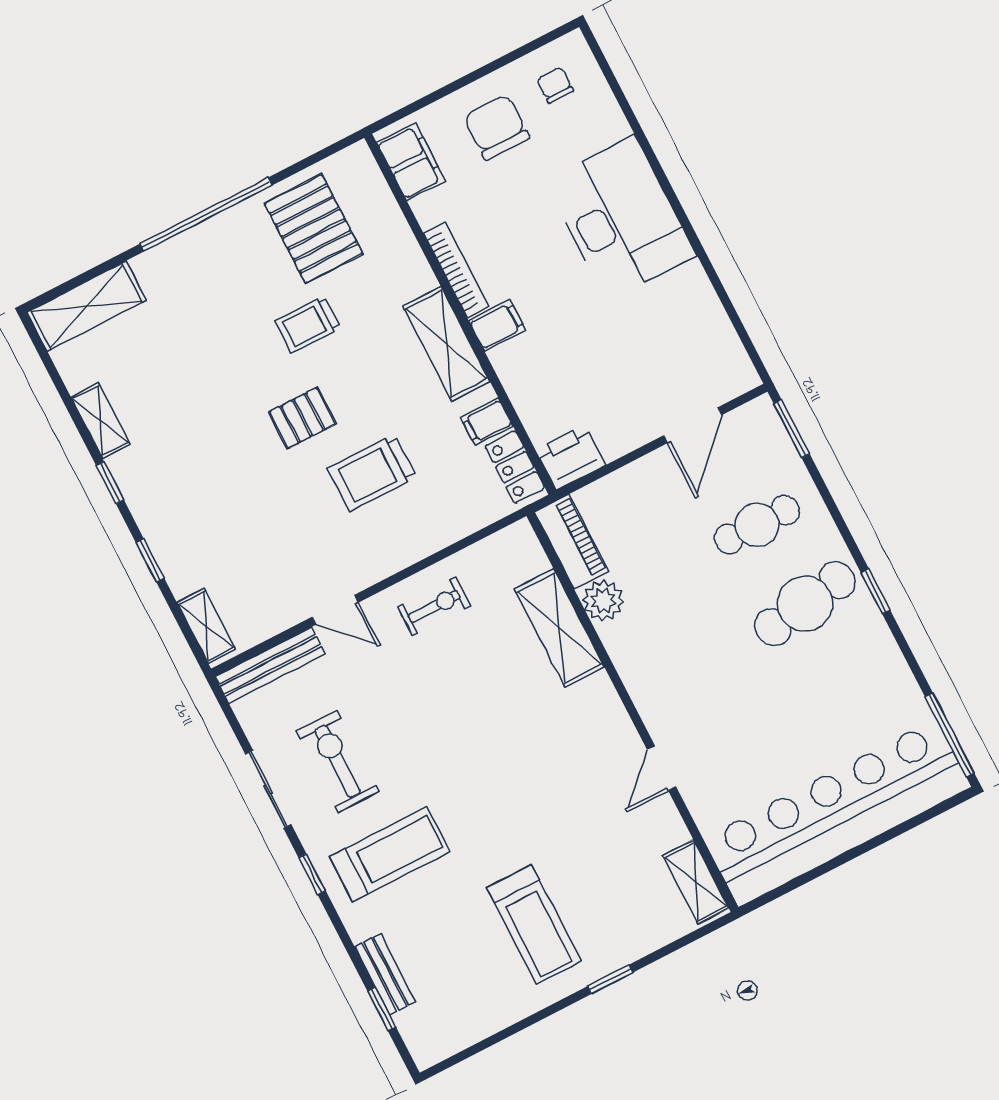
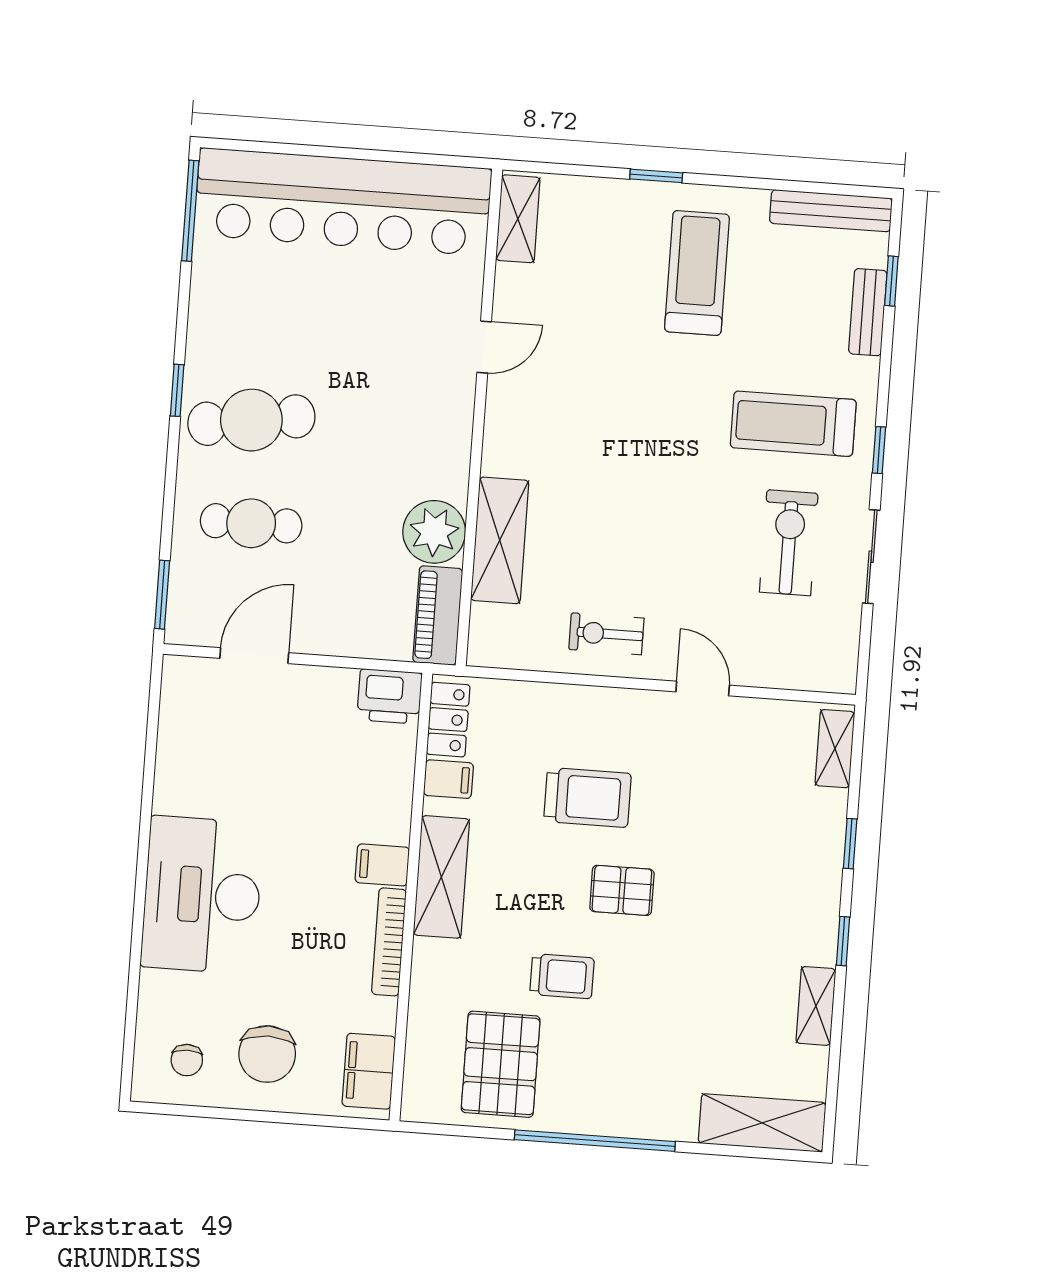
plant: (603, 601) -> (434, 532), width x1.36, depth x1.36
bench: (270, 665) -> (831, 211), moved
exercise bike: (338, 761) -> (789, 543), turned 180

